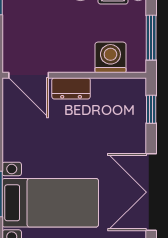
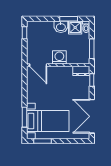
washing machine: (110, 57) -> (59, 57), moved
dresser: (71, 88) -> (81, 71), moved

